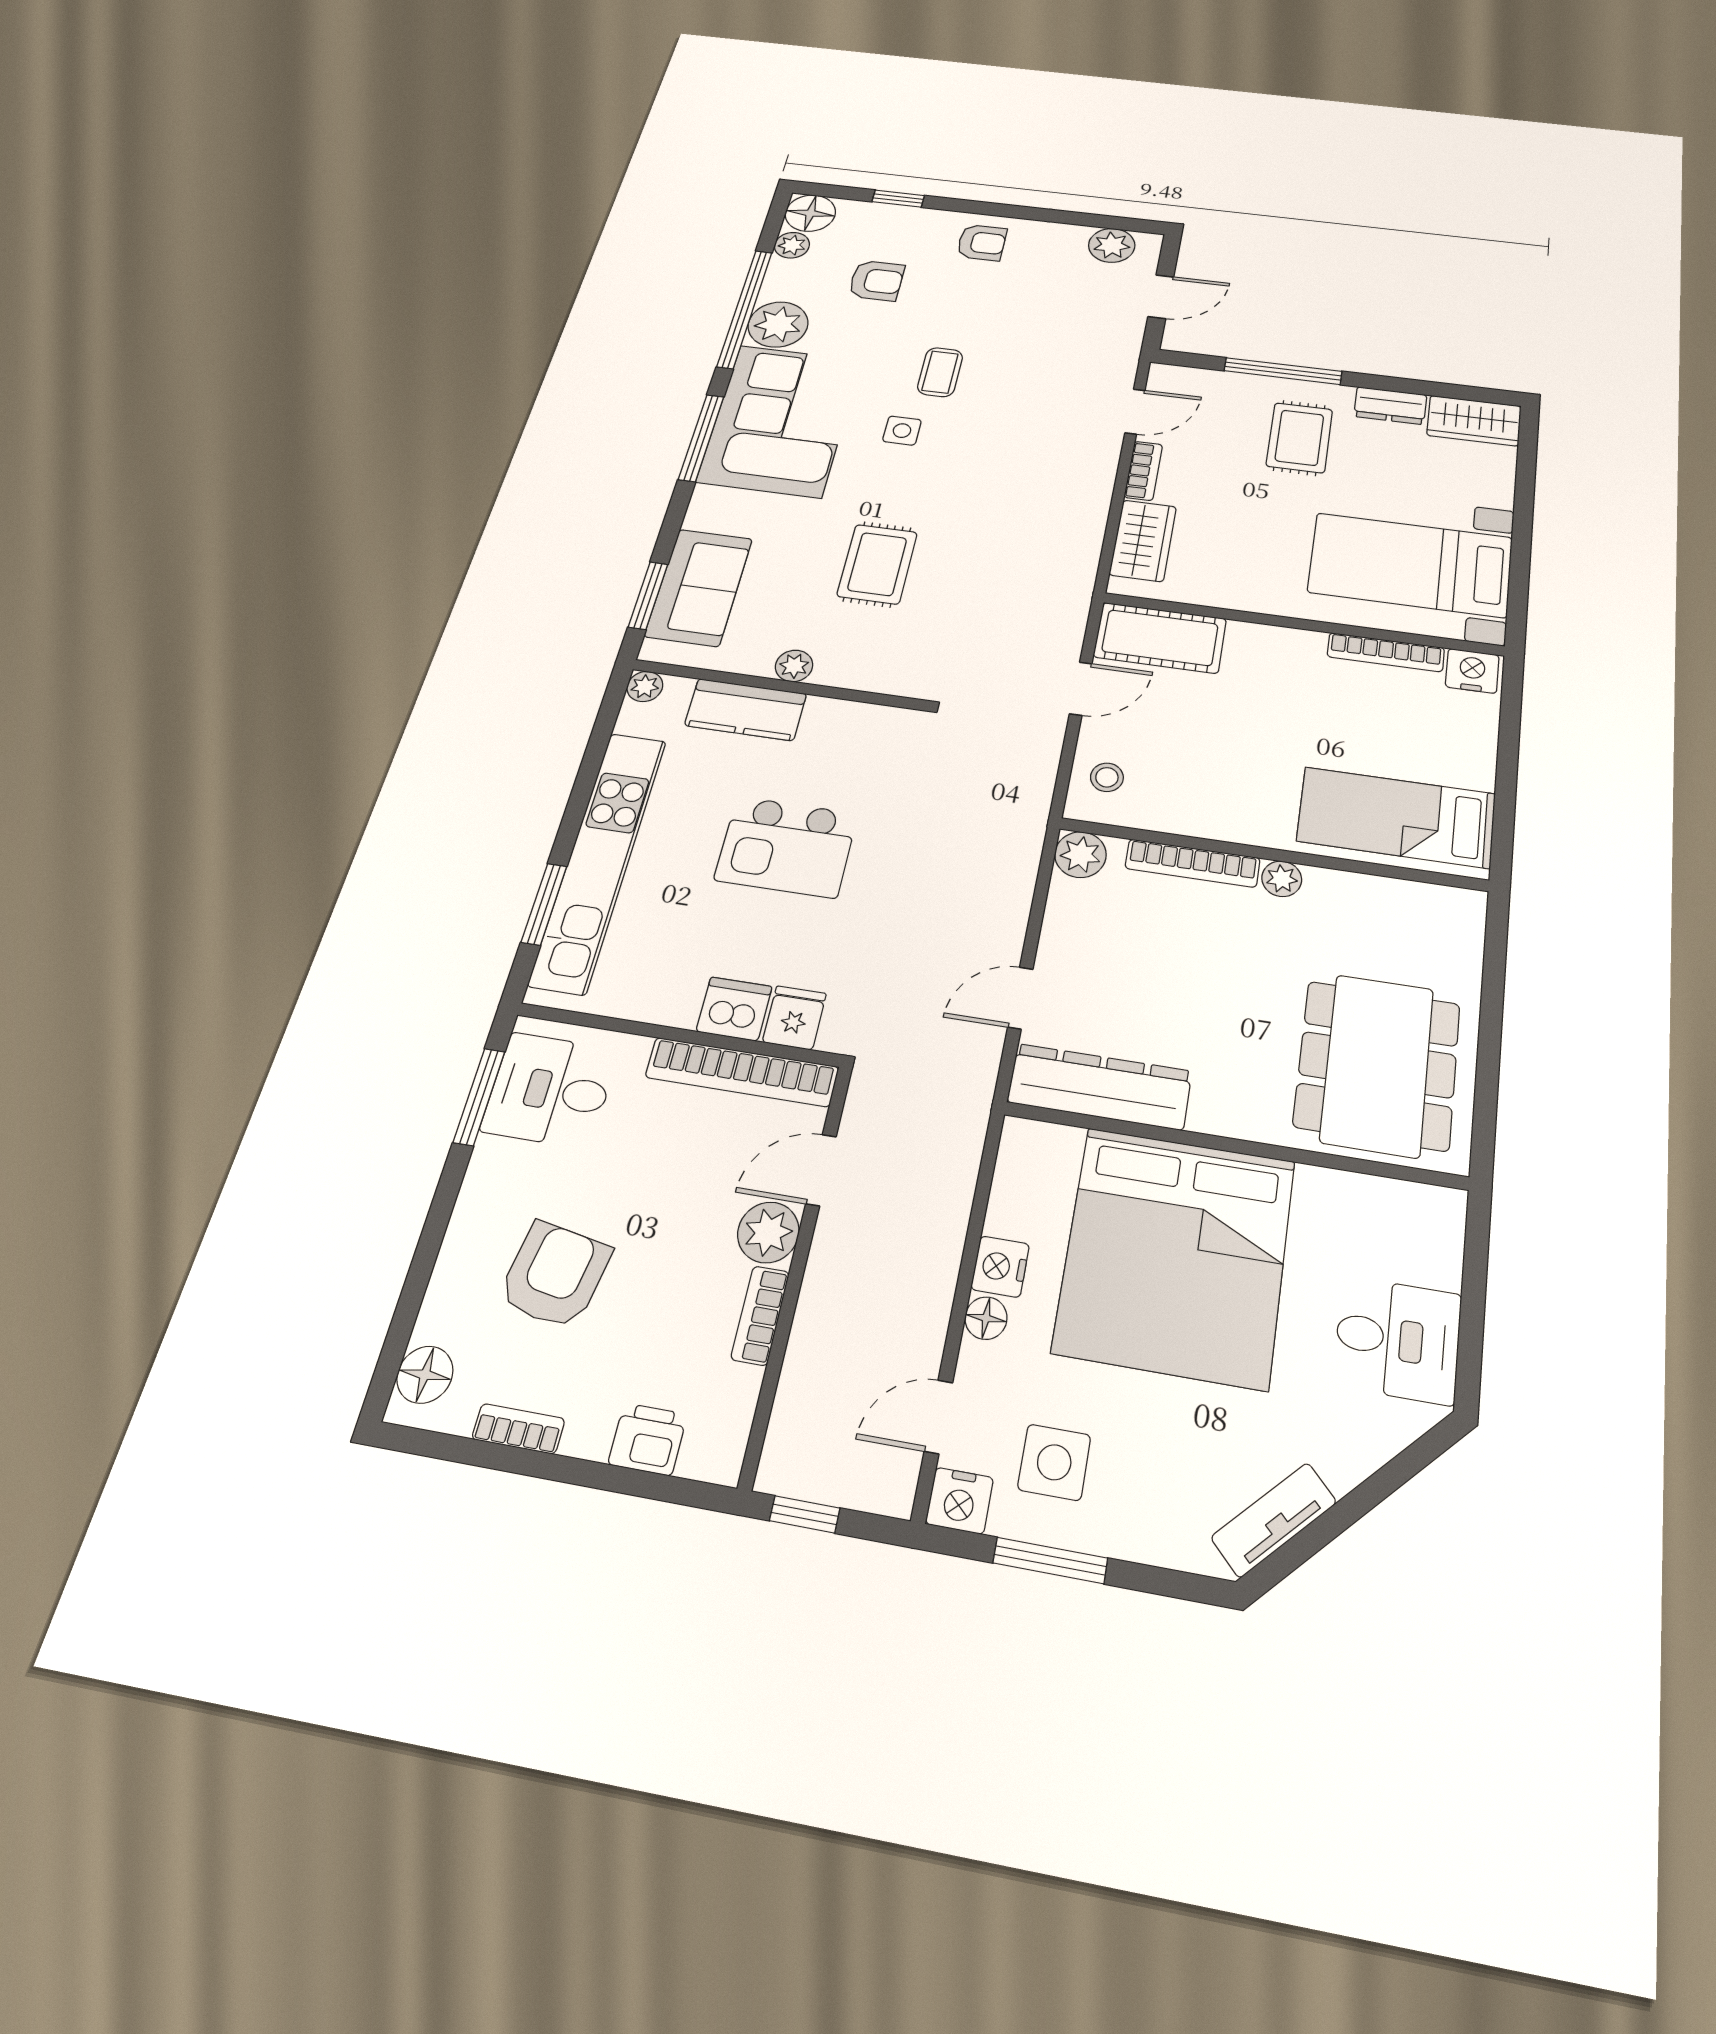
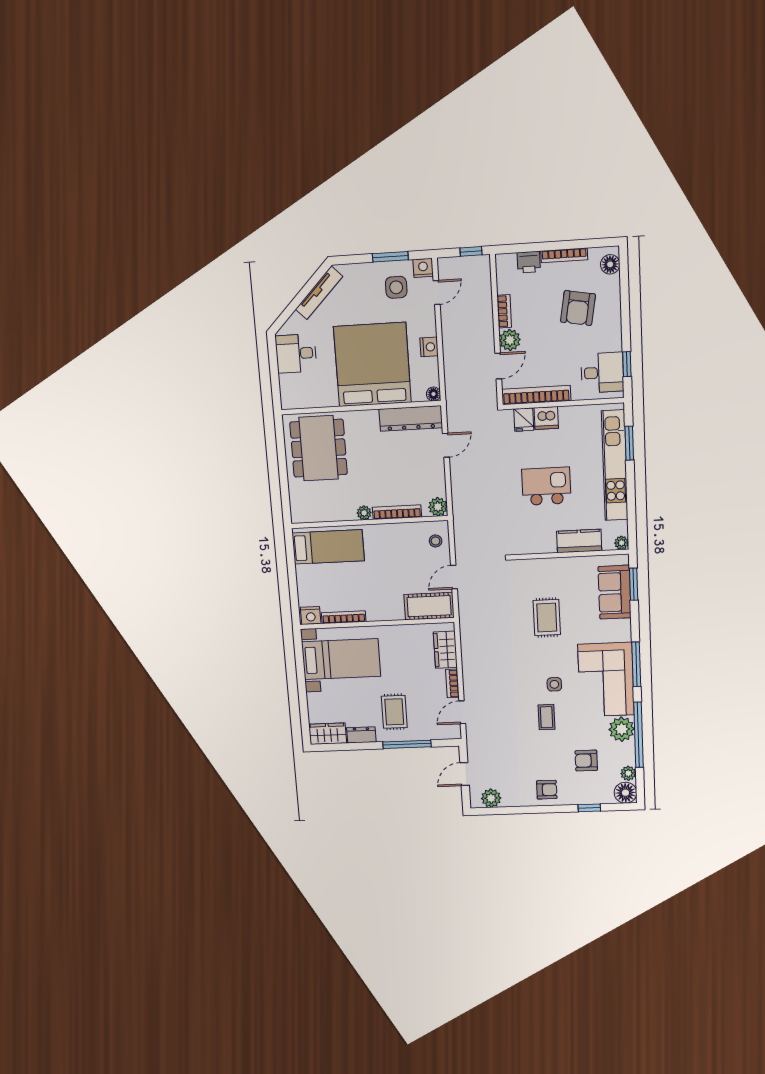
armchair: (982, 243) -> (547, 790), turned 180
plant: (794, 666) -> (566, 564), removed
window: (479, 1097) -> (627, 364), width x0.67
floor lamp: (986, 1318) -> (433, 394), moved
bookcase: (518, 1429) -> (564, 255), width x1.56
tv unit: (1274, 1520) -> (319, 293), width x1.41

